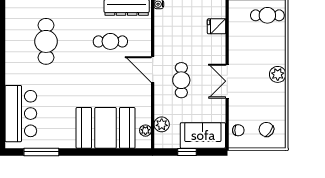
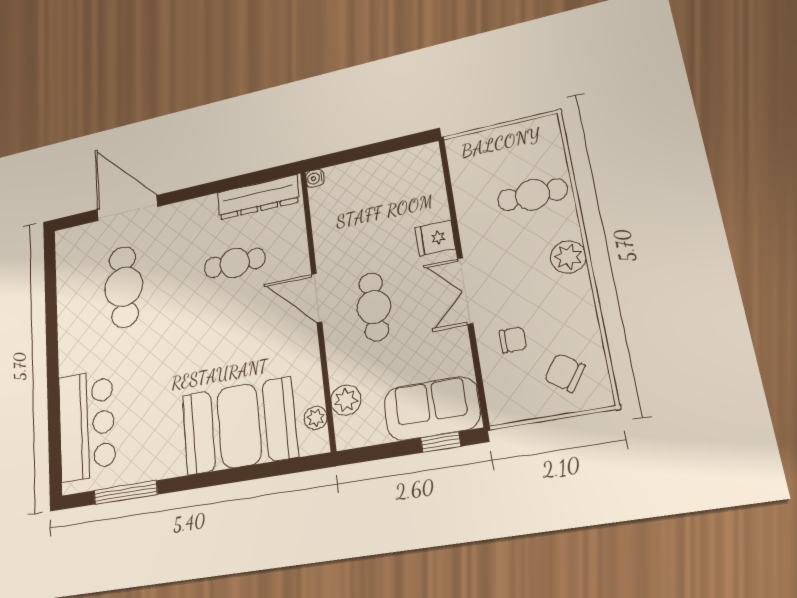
cafe table: (267, 15) -> (532, 195), moved
fridge: (217, 26) -> (435, 238), moved
chair: (238, 130) -> (513, 340), moved
window: (187, 152) -> (441, 442), moved

